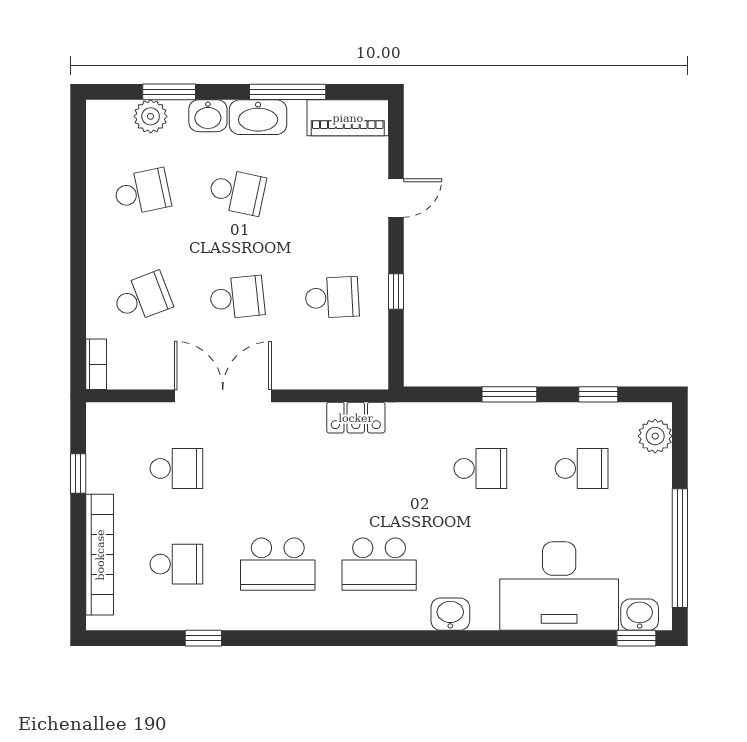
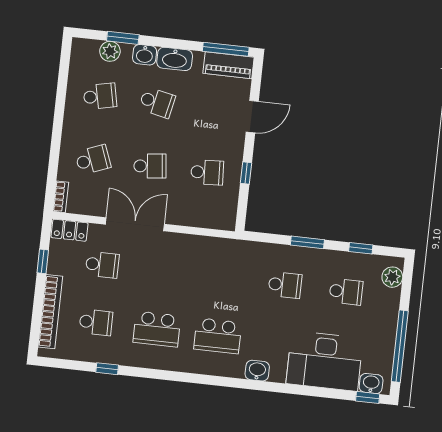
window: (288, 92) -> (226, 49), moved
door: (396, 198) -> (252, 117), width x1.38
locker: (356, 418) -> (70, 230), moved

